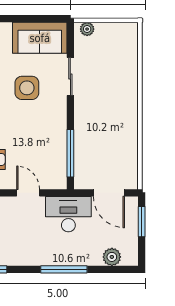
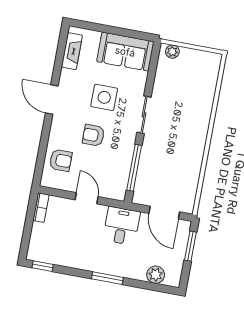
sliding door: (70, 76) -> (144, 115), moved
armchair: (23, 128) -> (93, 135), added
desk: (68, 214) -> (122, 226), width x0.73
window: (64, 269) -> (107, 278), width x0.69

